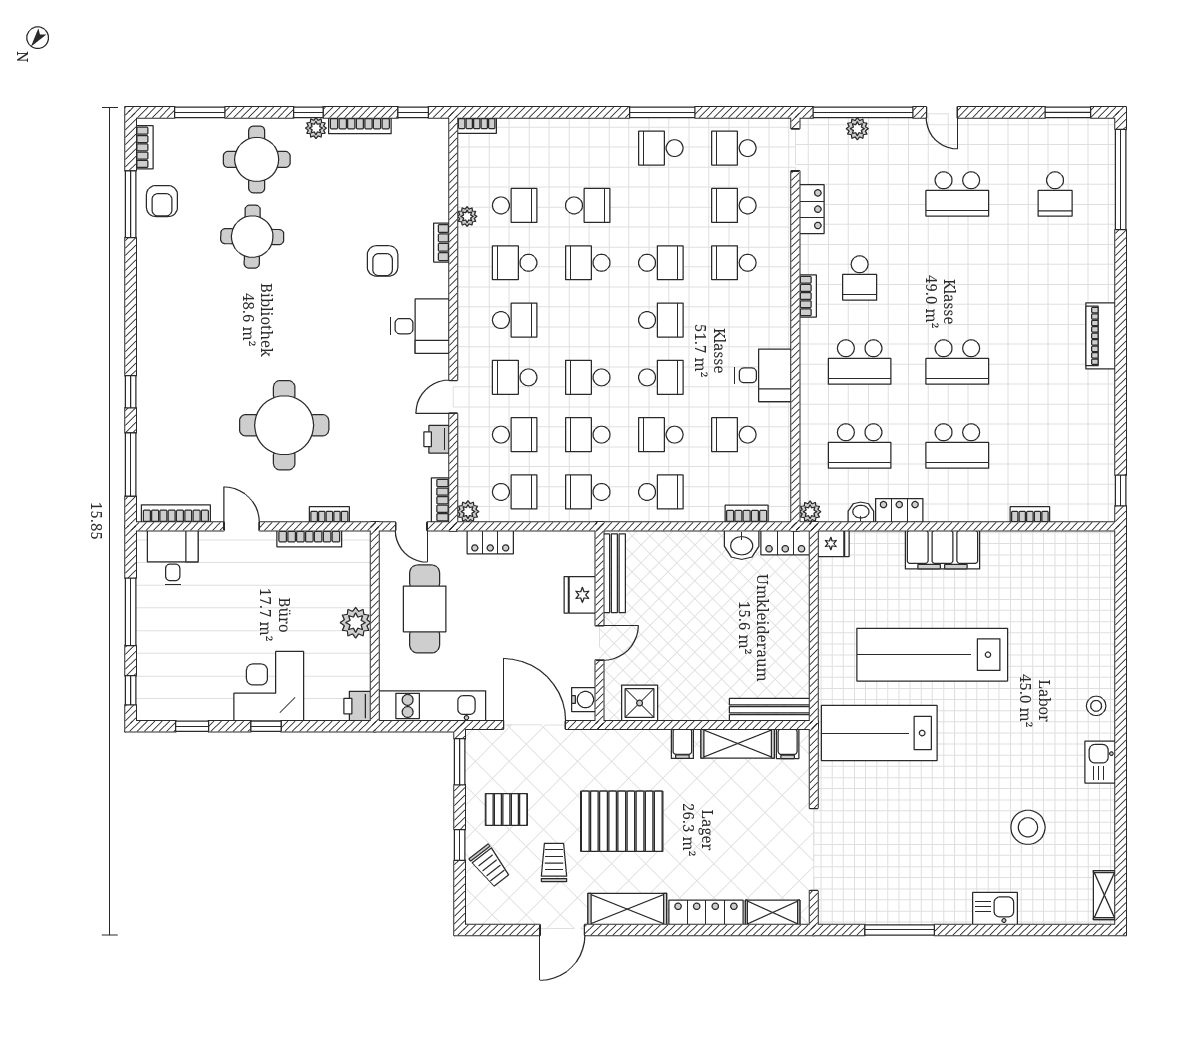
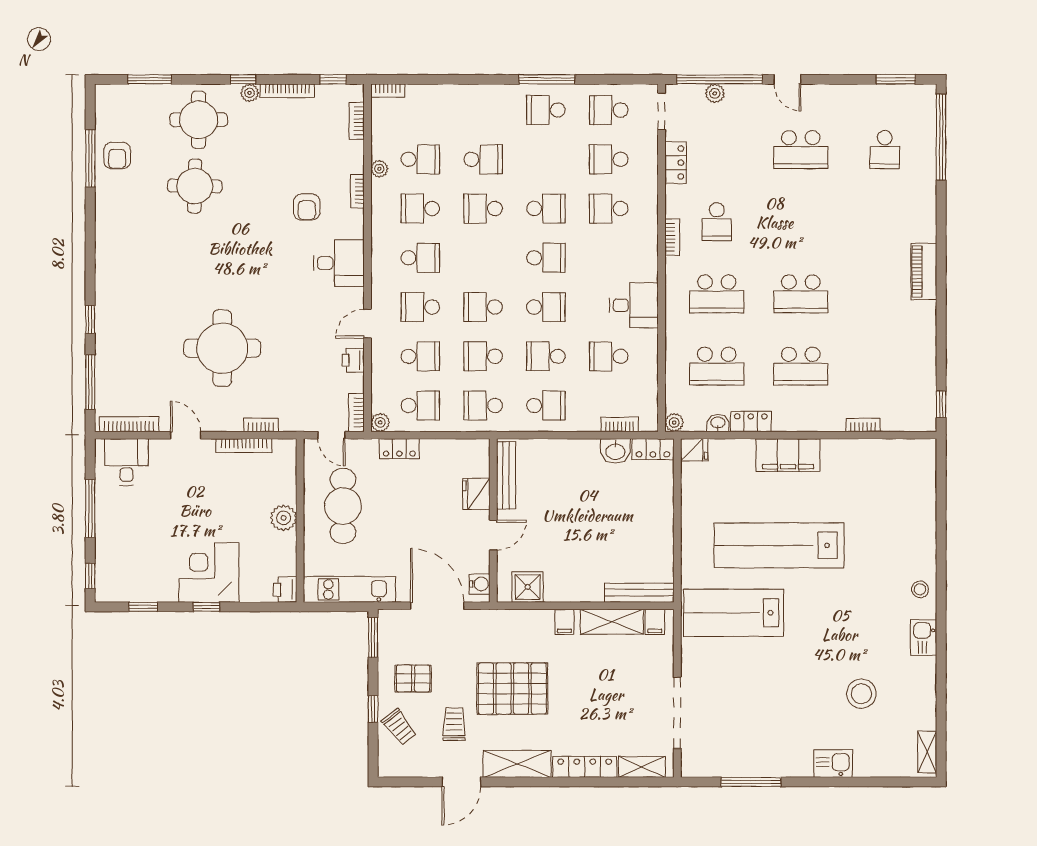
bookcase: (144, 147) -> (357, 121), moved, turned 180

